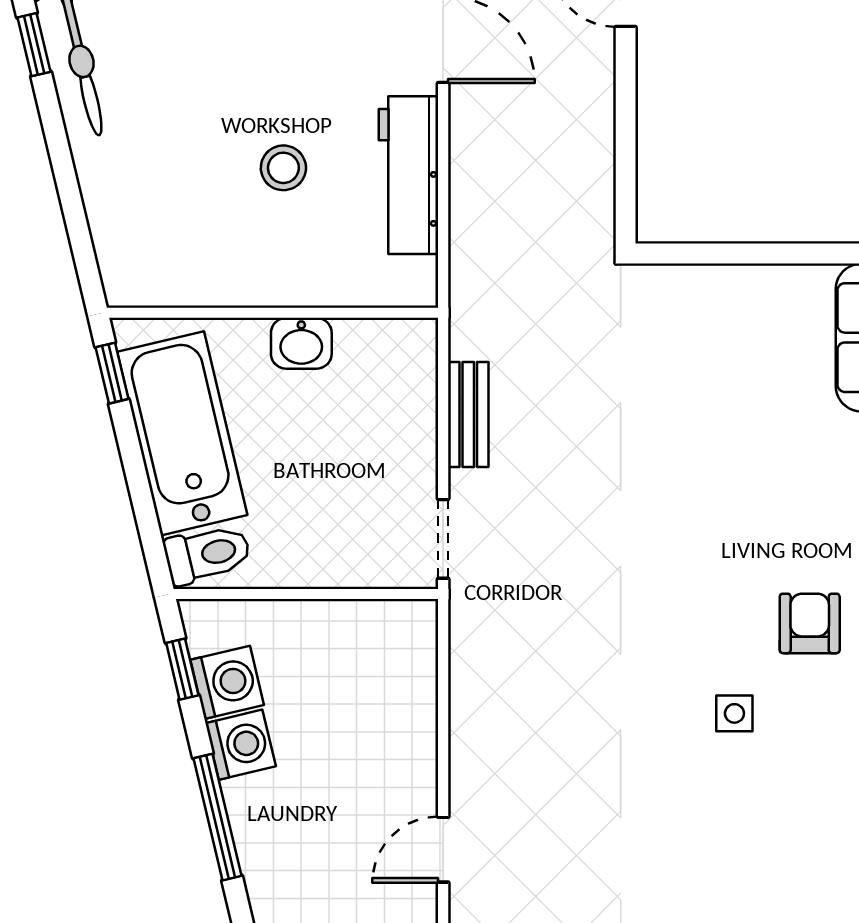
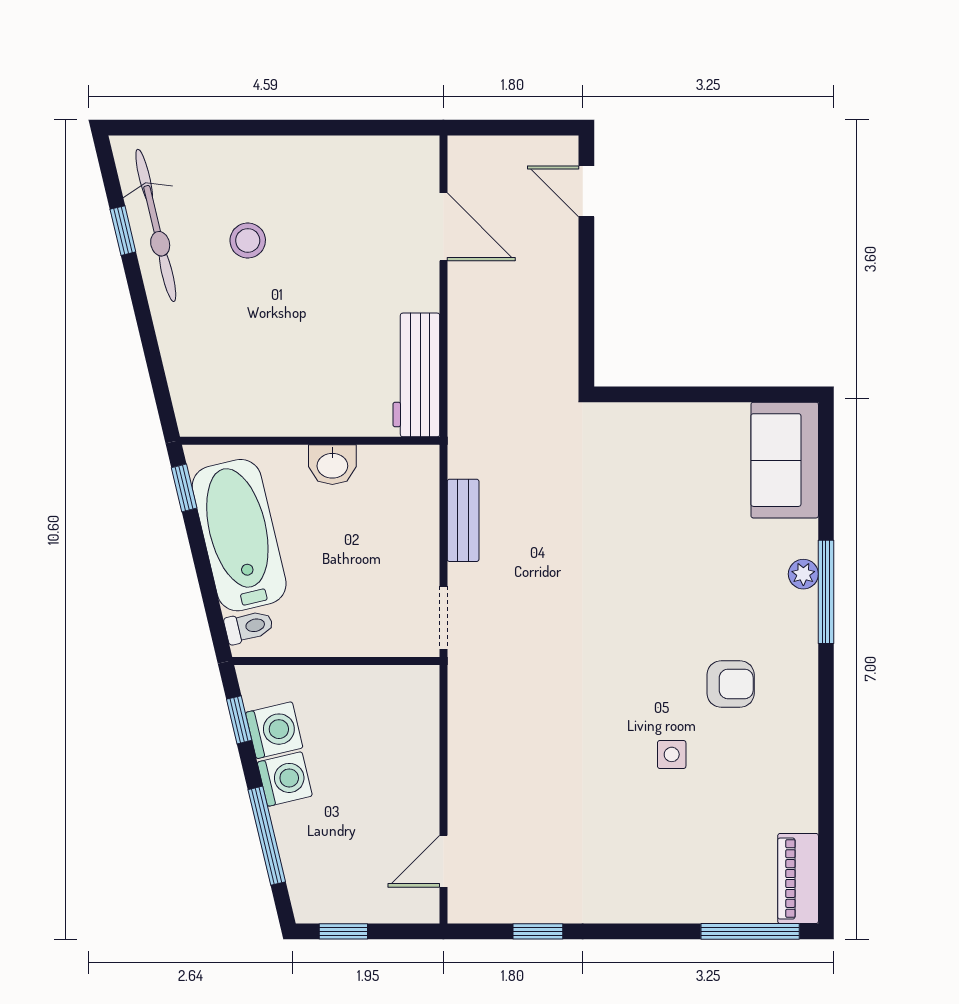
stool: (283, 168) -> (248, 240), moved
workbench: (408, 175) -> (416, 375), moved
toilet: (207, 554) -> (249, 627), width x0.73, depth x0.72
armchair: (810, 623) -> (731, 684), turned 90

